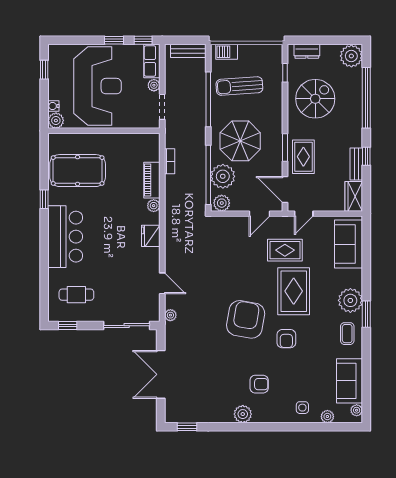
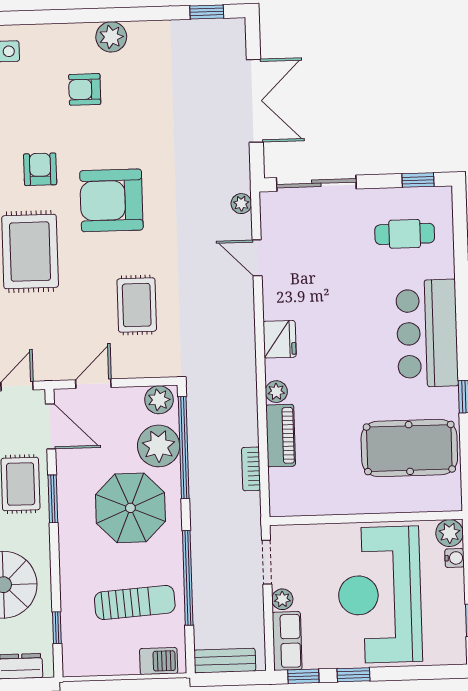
rug: (285, 250) -> (137, 305), moved, turned 90
armchair: (246, 319) -> (111, 200), turned 80

